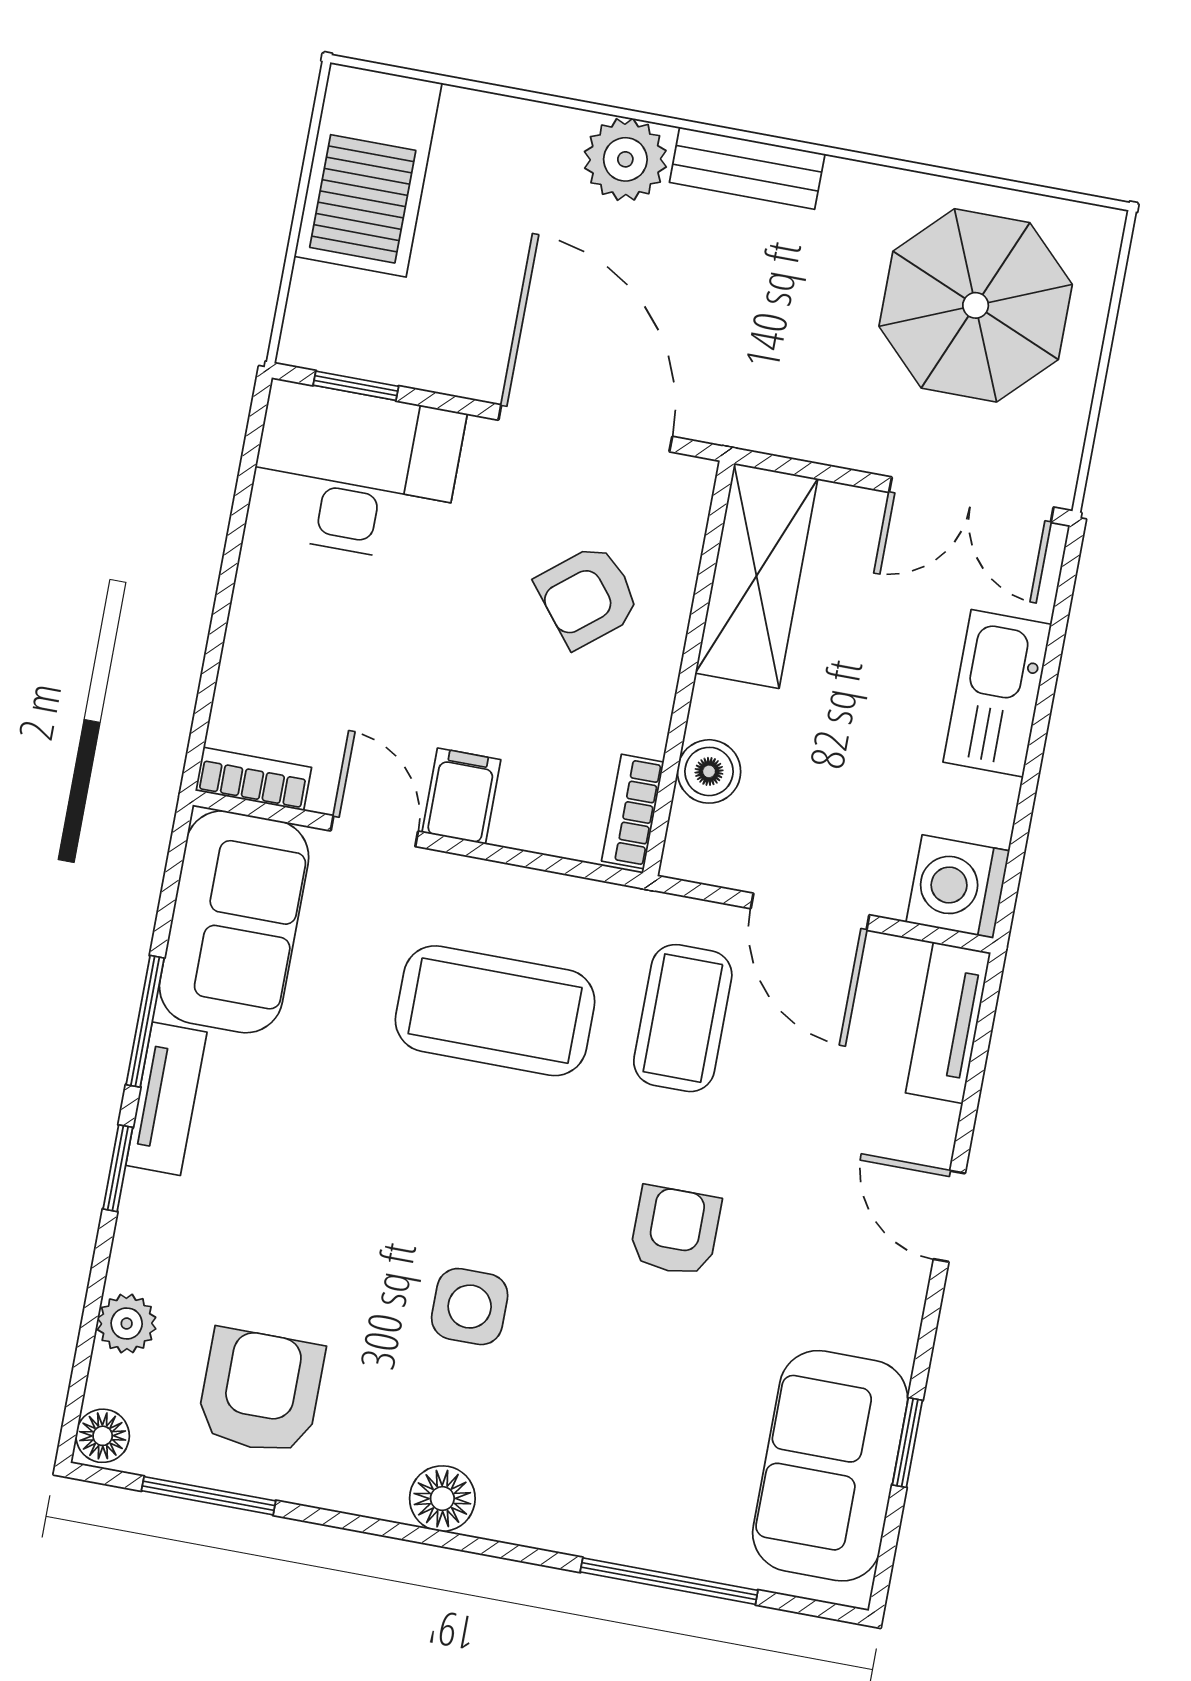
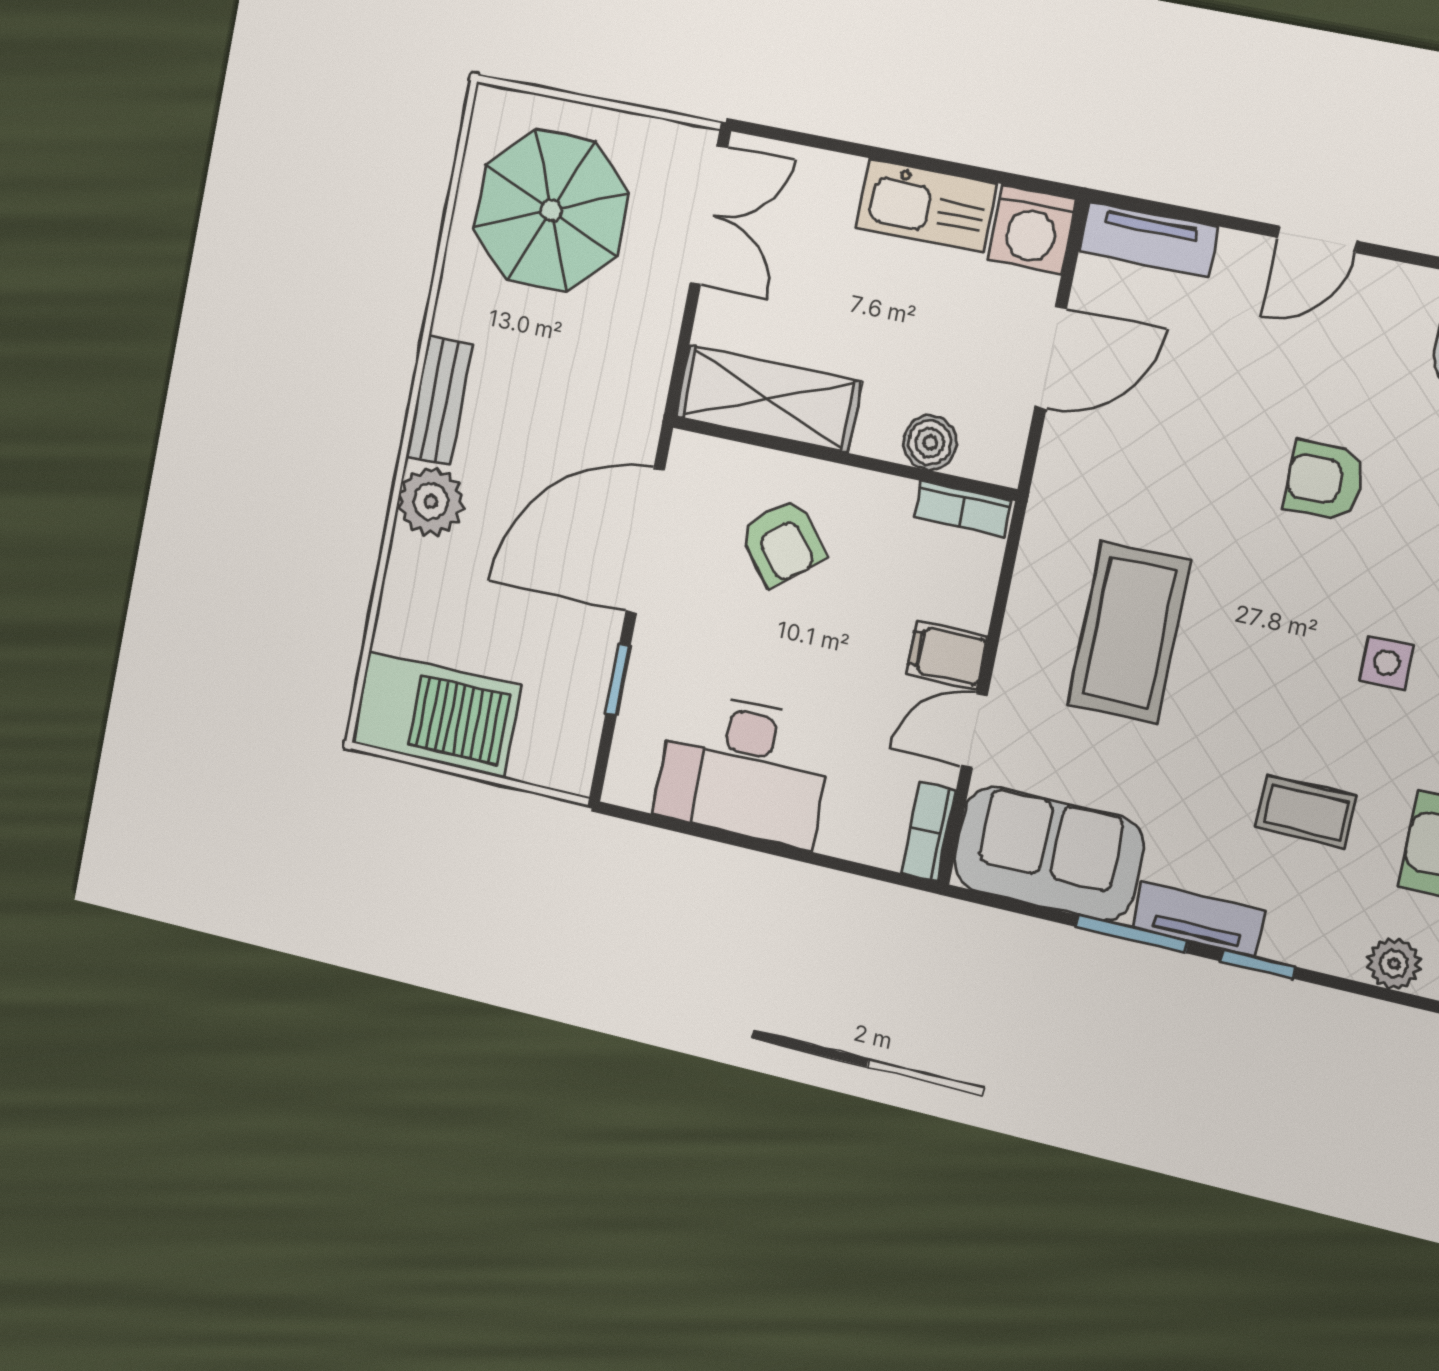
window: (356, 386) -> (618, 680), moved
desk: (355, 472) -> (744, 769), moved, turned -90
kitchen sink: (997, 693) -> (926, 205), moved
coffee table: (683, 1018) -> (1306, 812), moved, width x0.73, depth x0.77
side table: (470, 1307) -> (1387, 663), width x0.73, depth x0.73

